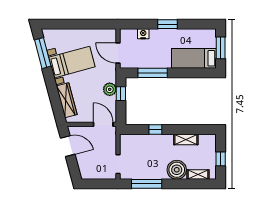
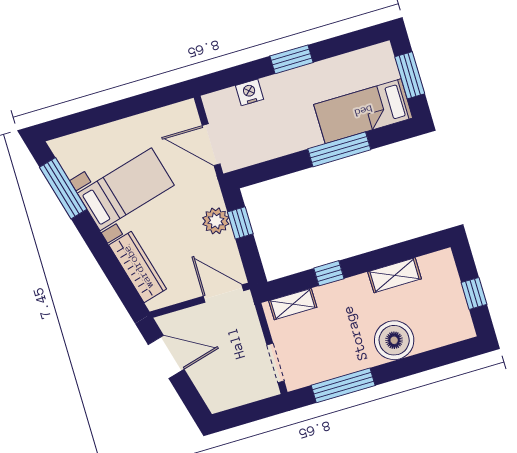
window: (153, 73) -> (339, 149), moved
shelving: (198, 174) -> (293, 304), moved

